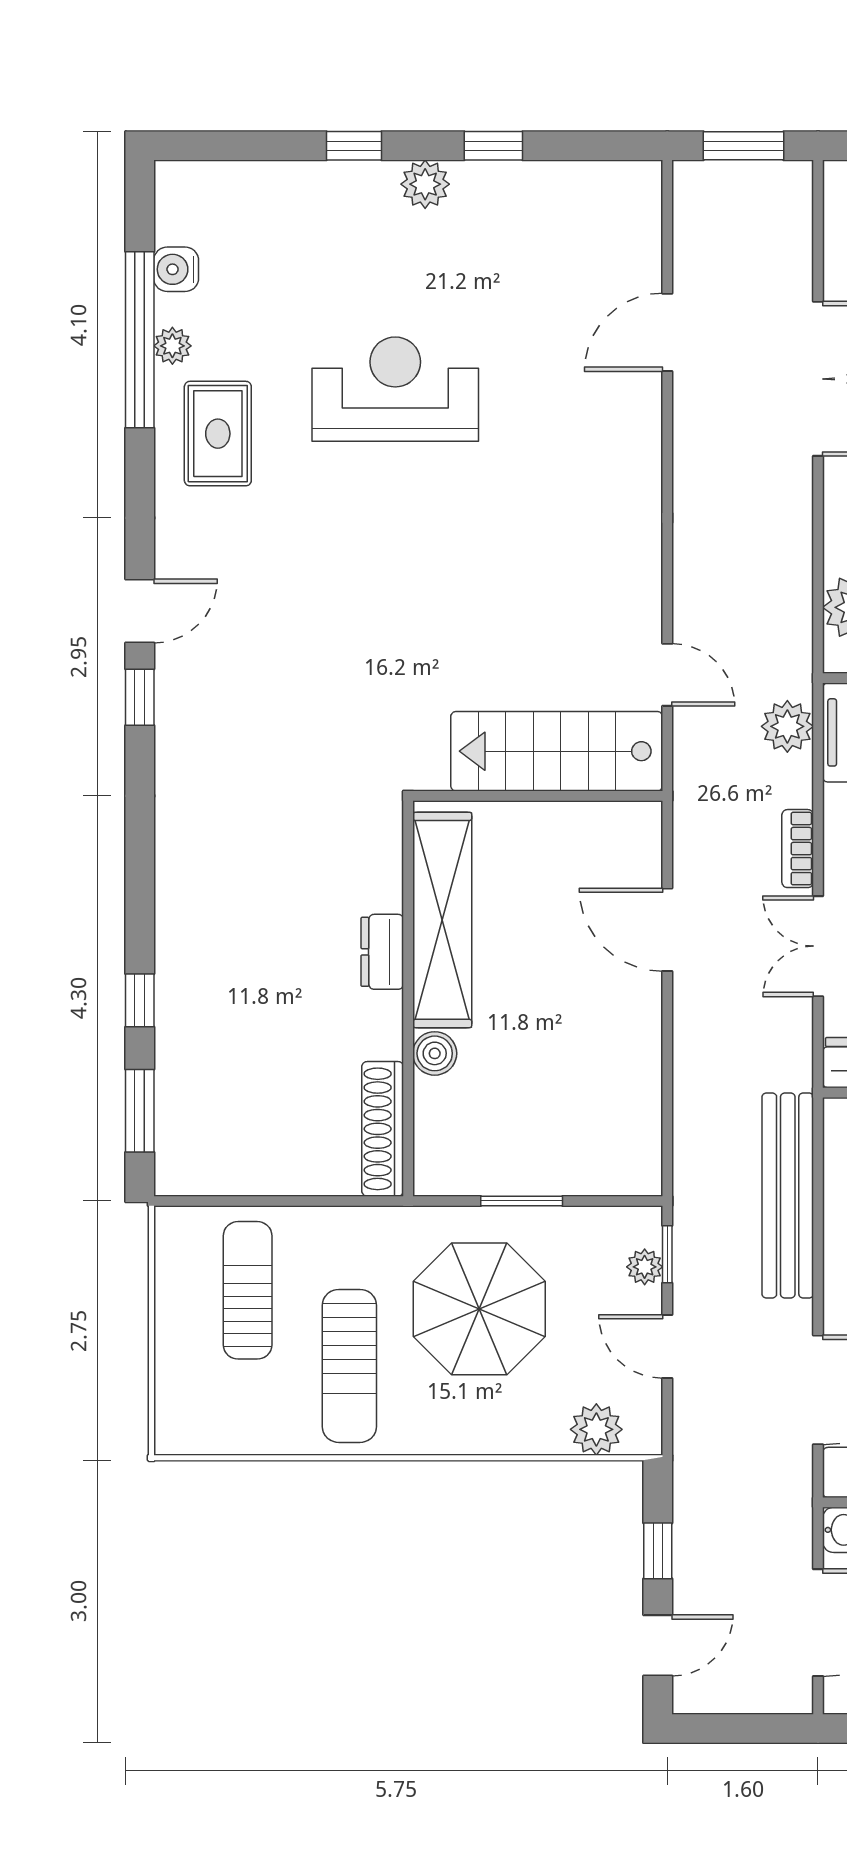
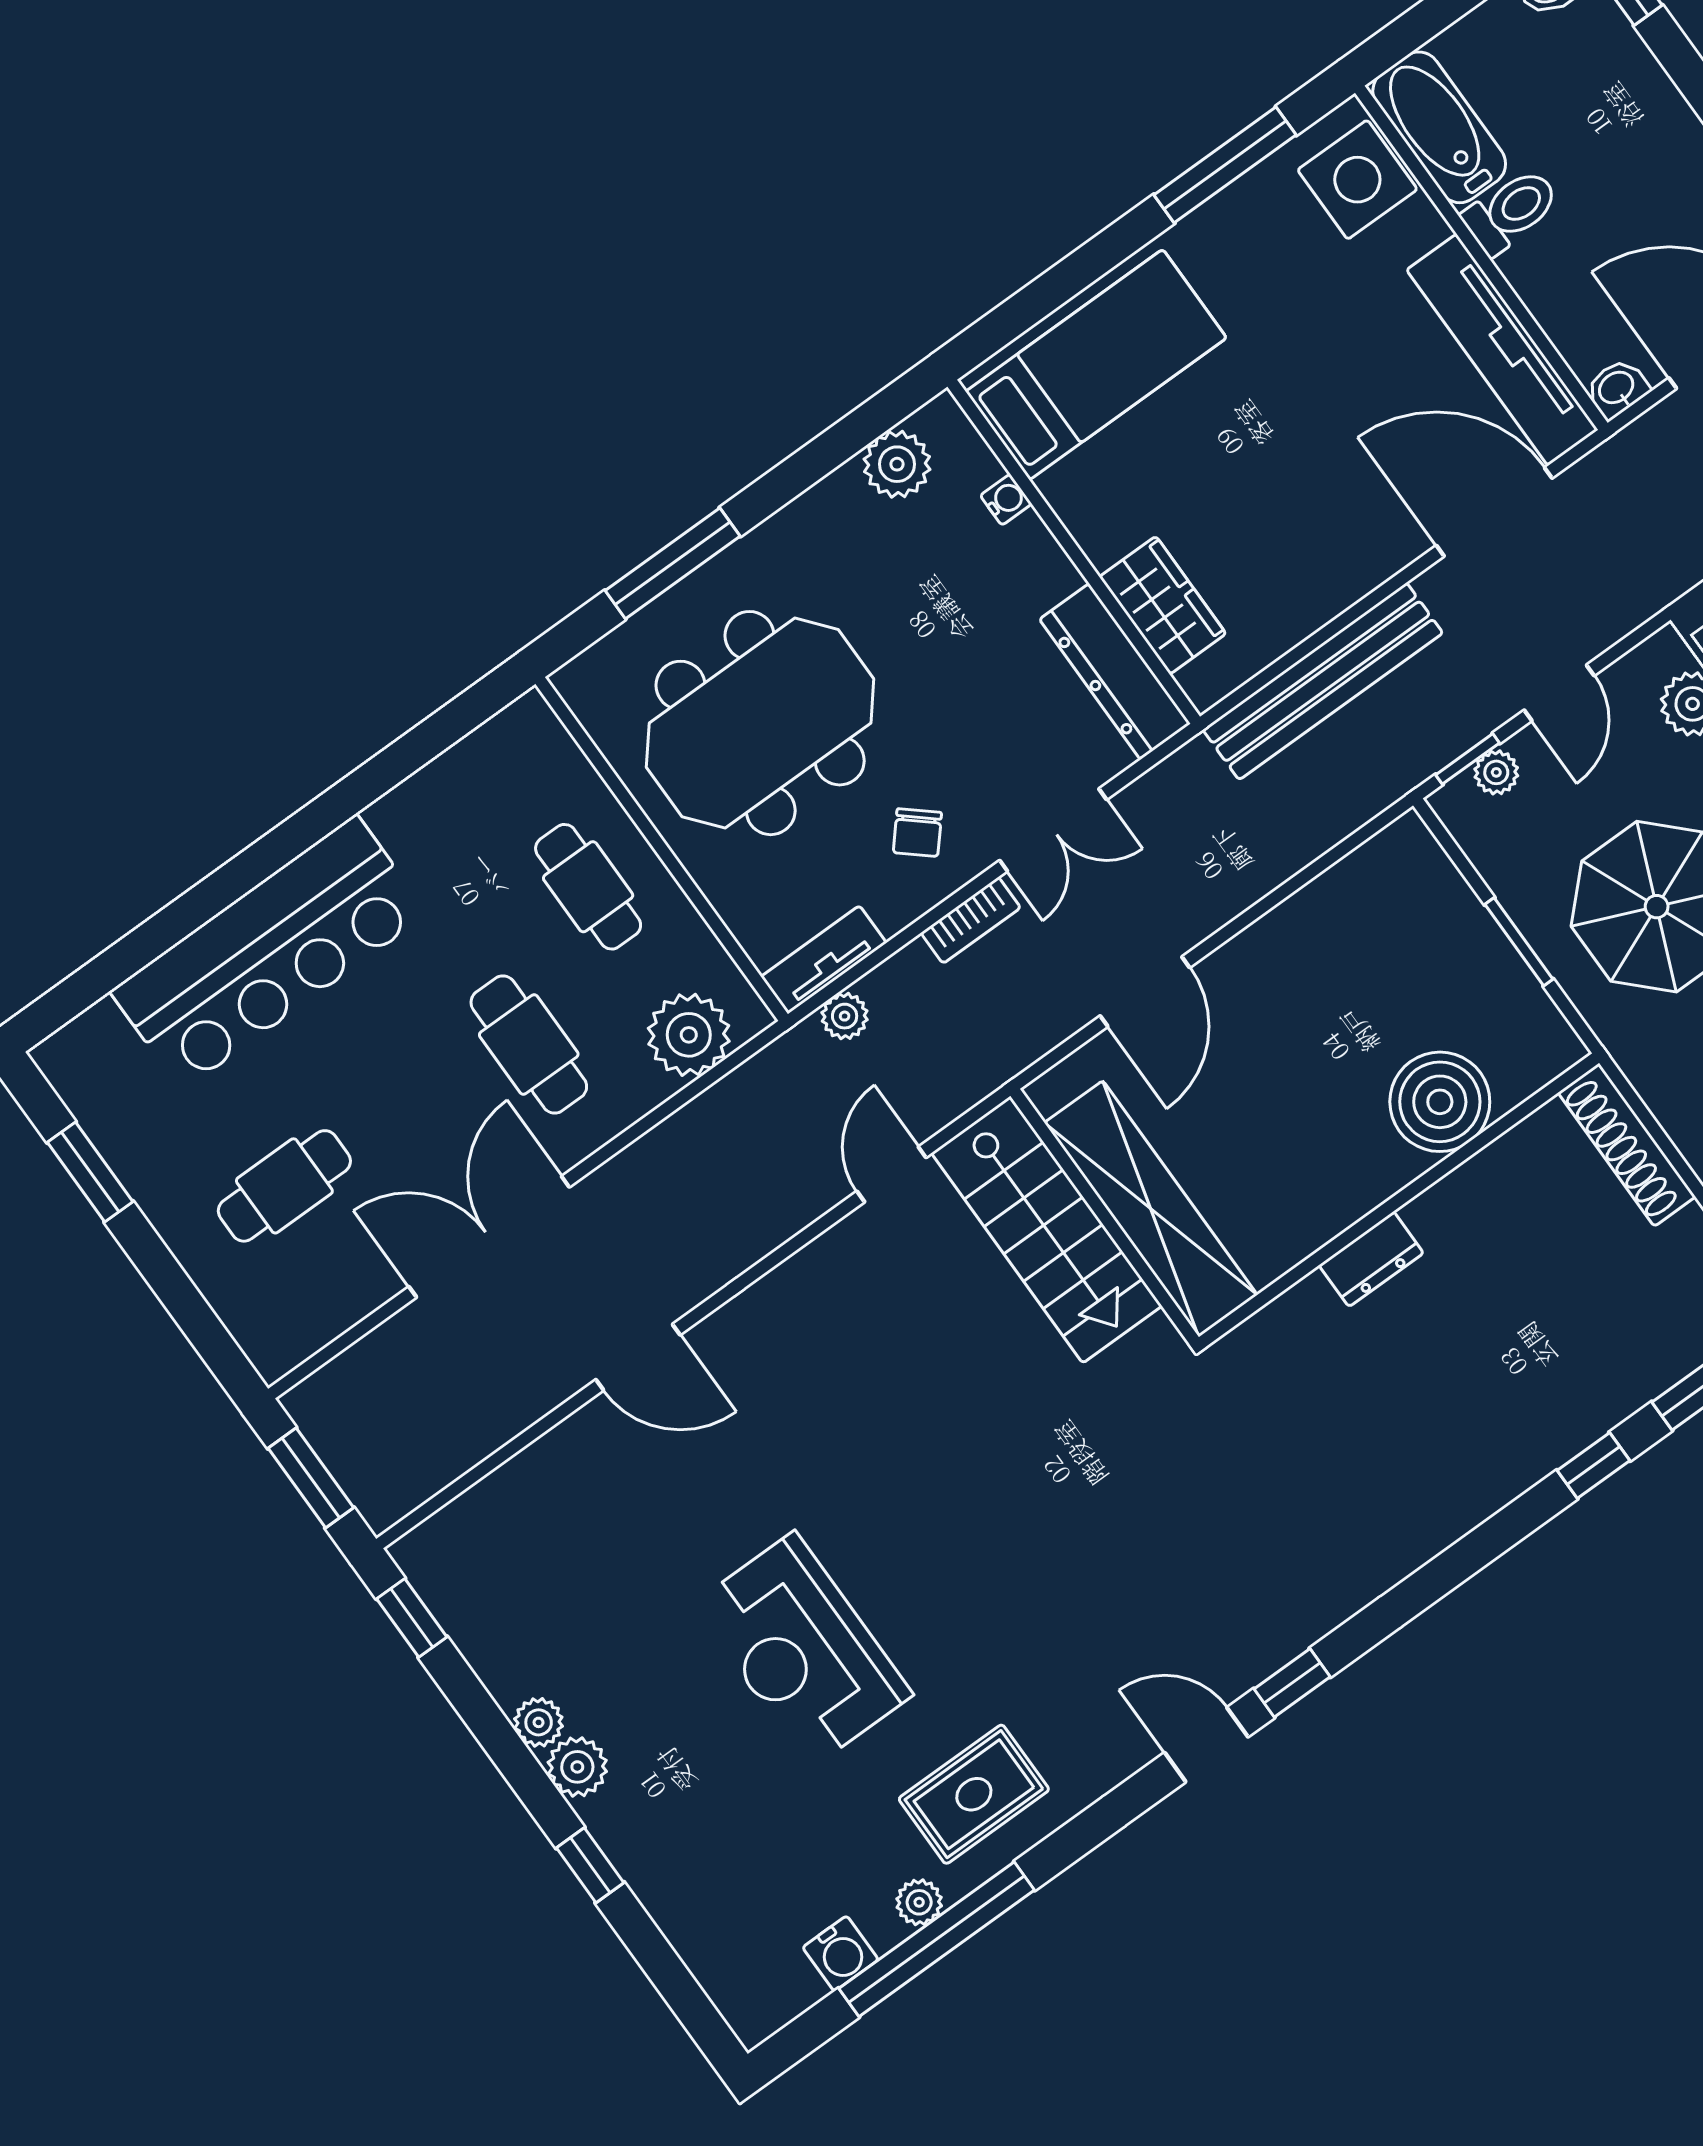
window: (493, 146) -> (412, 1618), moved
plant: (473, 180) -> (539, 1722), added
door: (667, 332) -> (638, 1357), moved
plant: (787, 726) -> (845, 1016), width x0.73, depth x0.73
shelving: (442, 920) -> (1151, 1209), moved, turned 90
boiler: (435, 1053) -> (1440, 1102), width x1.86, depth x1.86
shoe rack: (383, 1129) -> (1627, 1145), moved, turned 90

